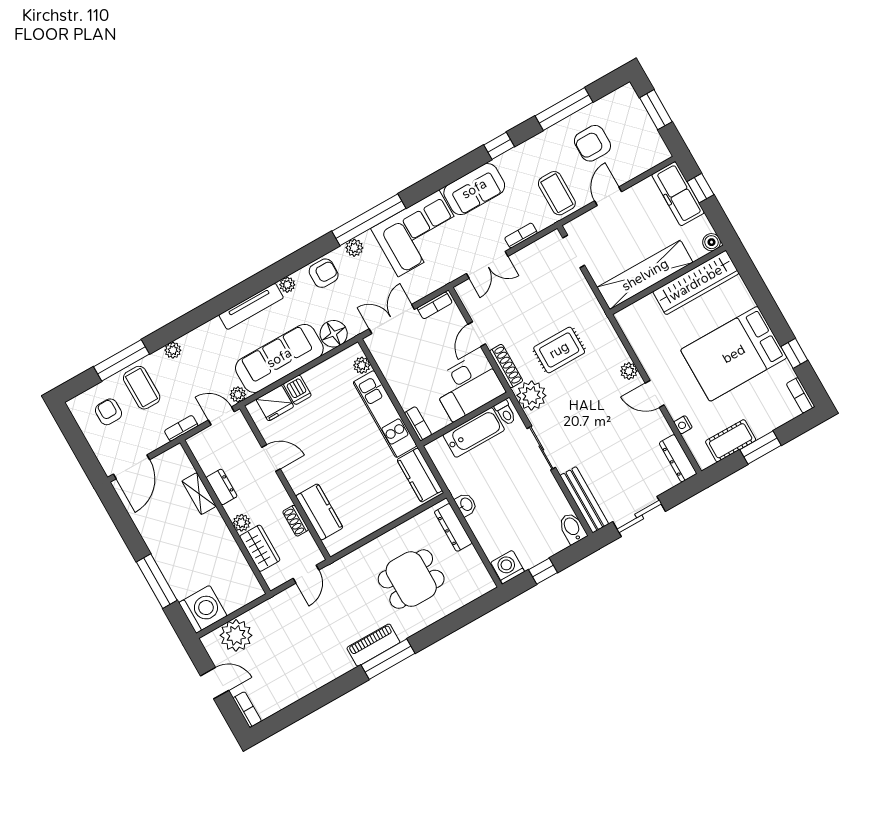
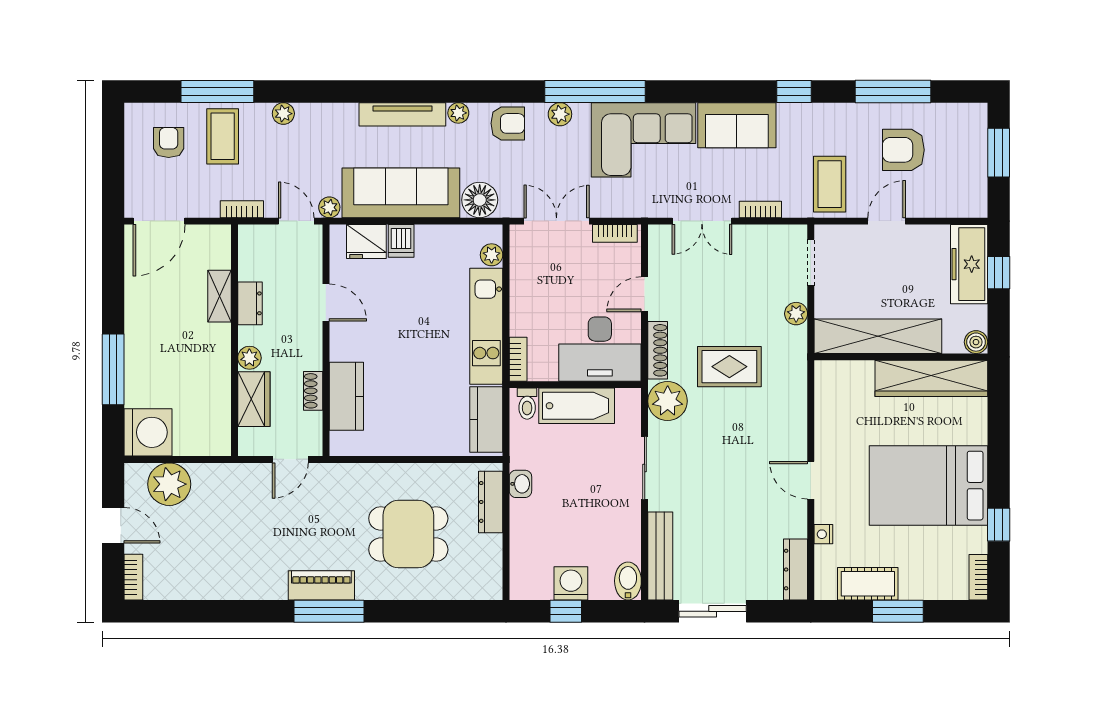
plant: (629, 371) -> (796, 314), moved
toilet: (505, 413) -> (527, 404), moved
washing machine: (508, 567) -> (571, 583), moved

